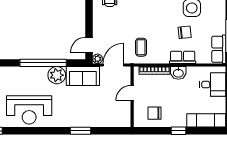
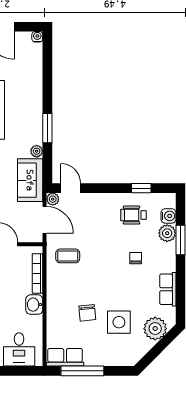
row of seats: (183, 57) -> (55, 310), removed
window: (43, 63) -> (47, 128), width x0.47
plant: (57, 75) -> (37, 151), width x0.53, depth x0.53

